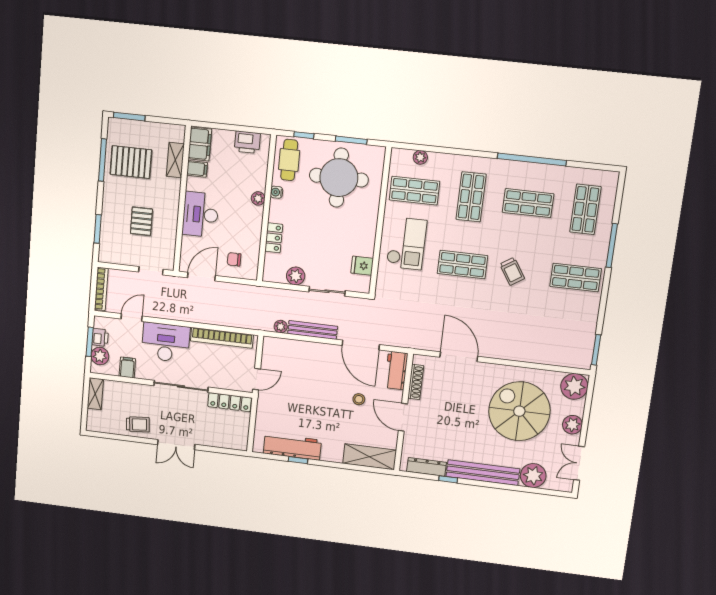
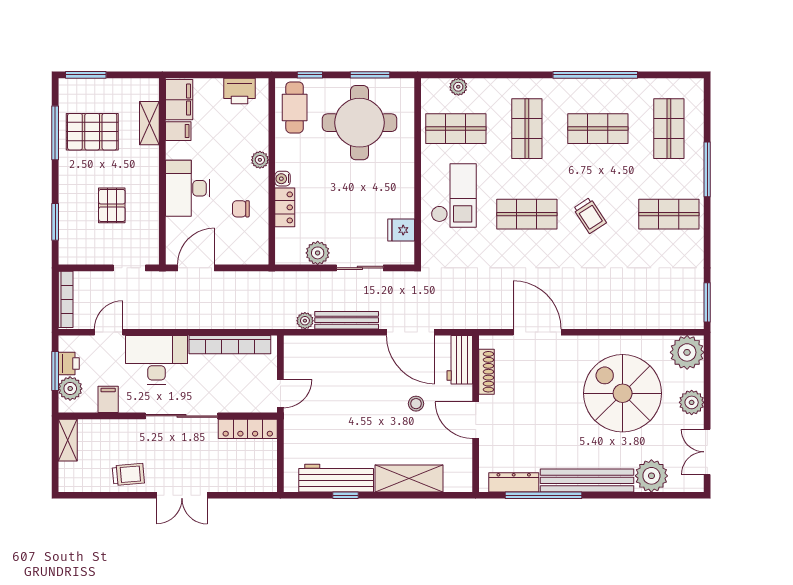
water cooler: (276, 192) -> (282, 179), moved
chair: (234, 259) -> (241, 209), moved
shelving: (370, 457) -> (409, 478), moved
window: (448, 479) -> (544, 495), width x3.17

